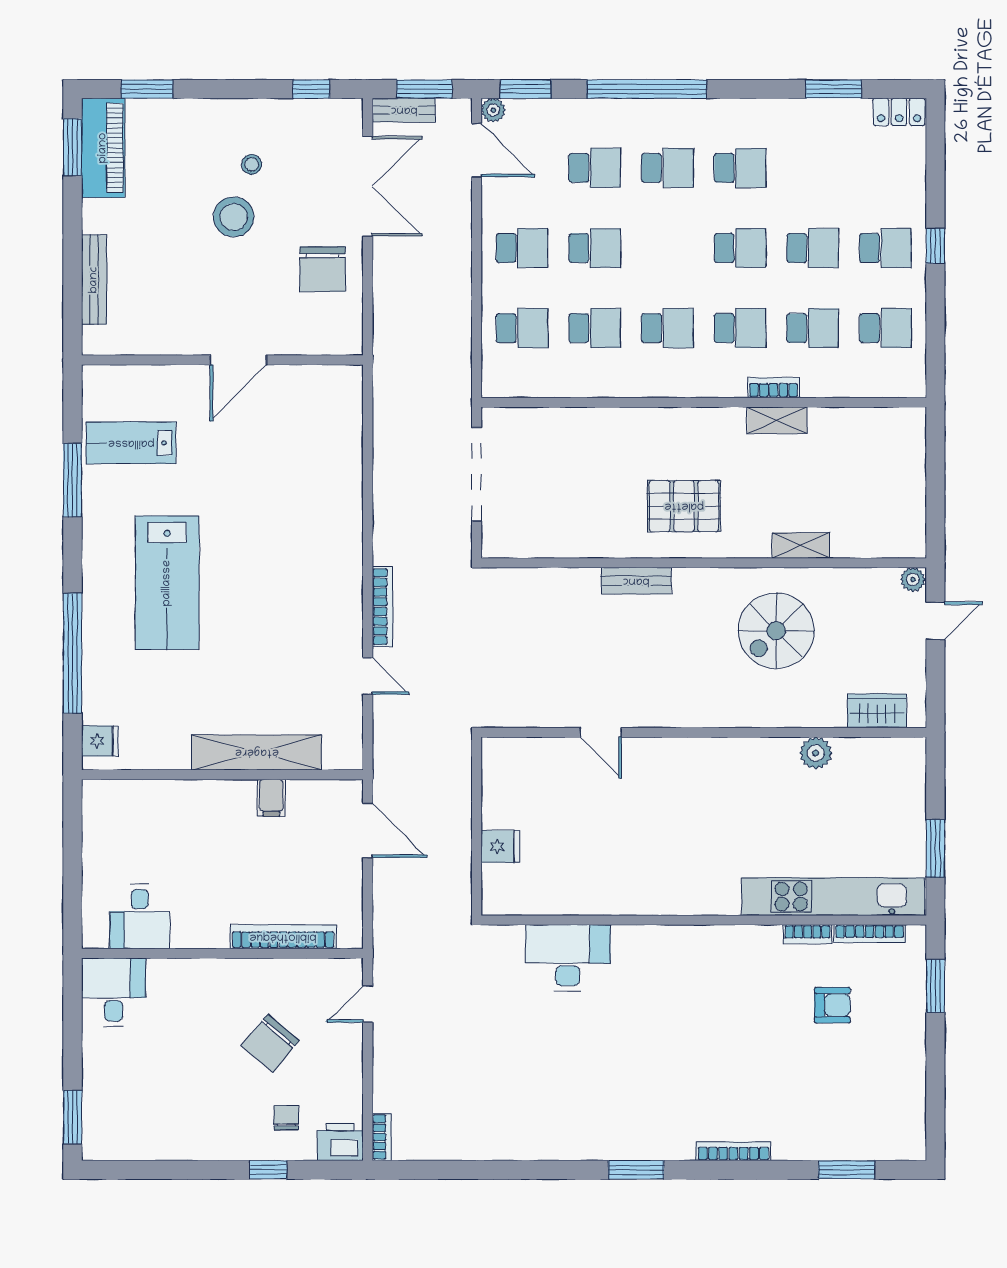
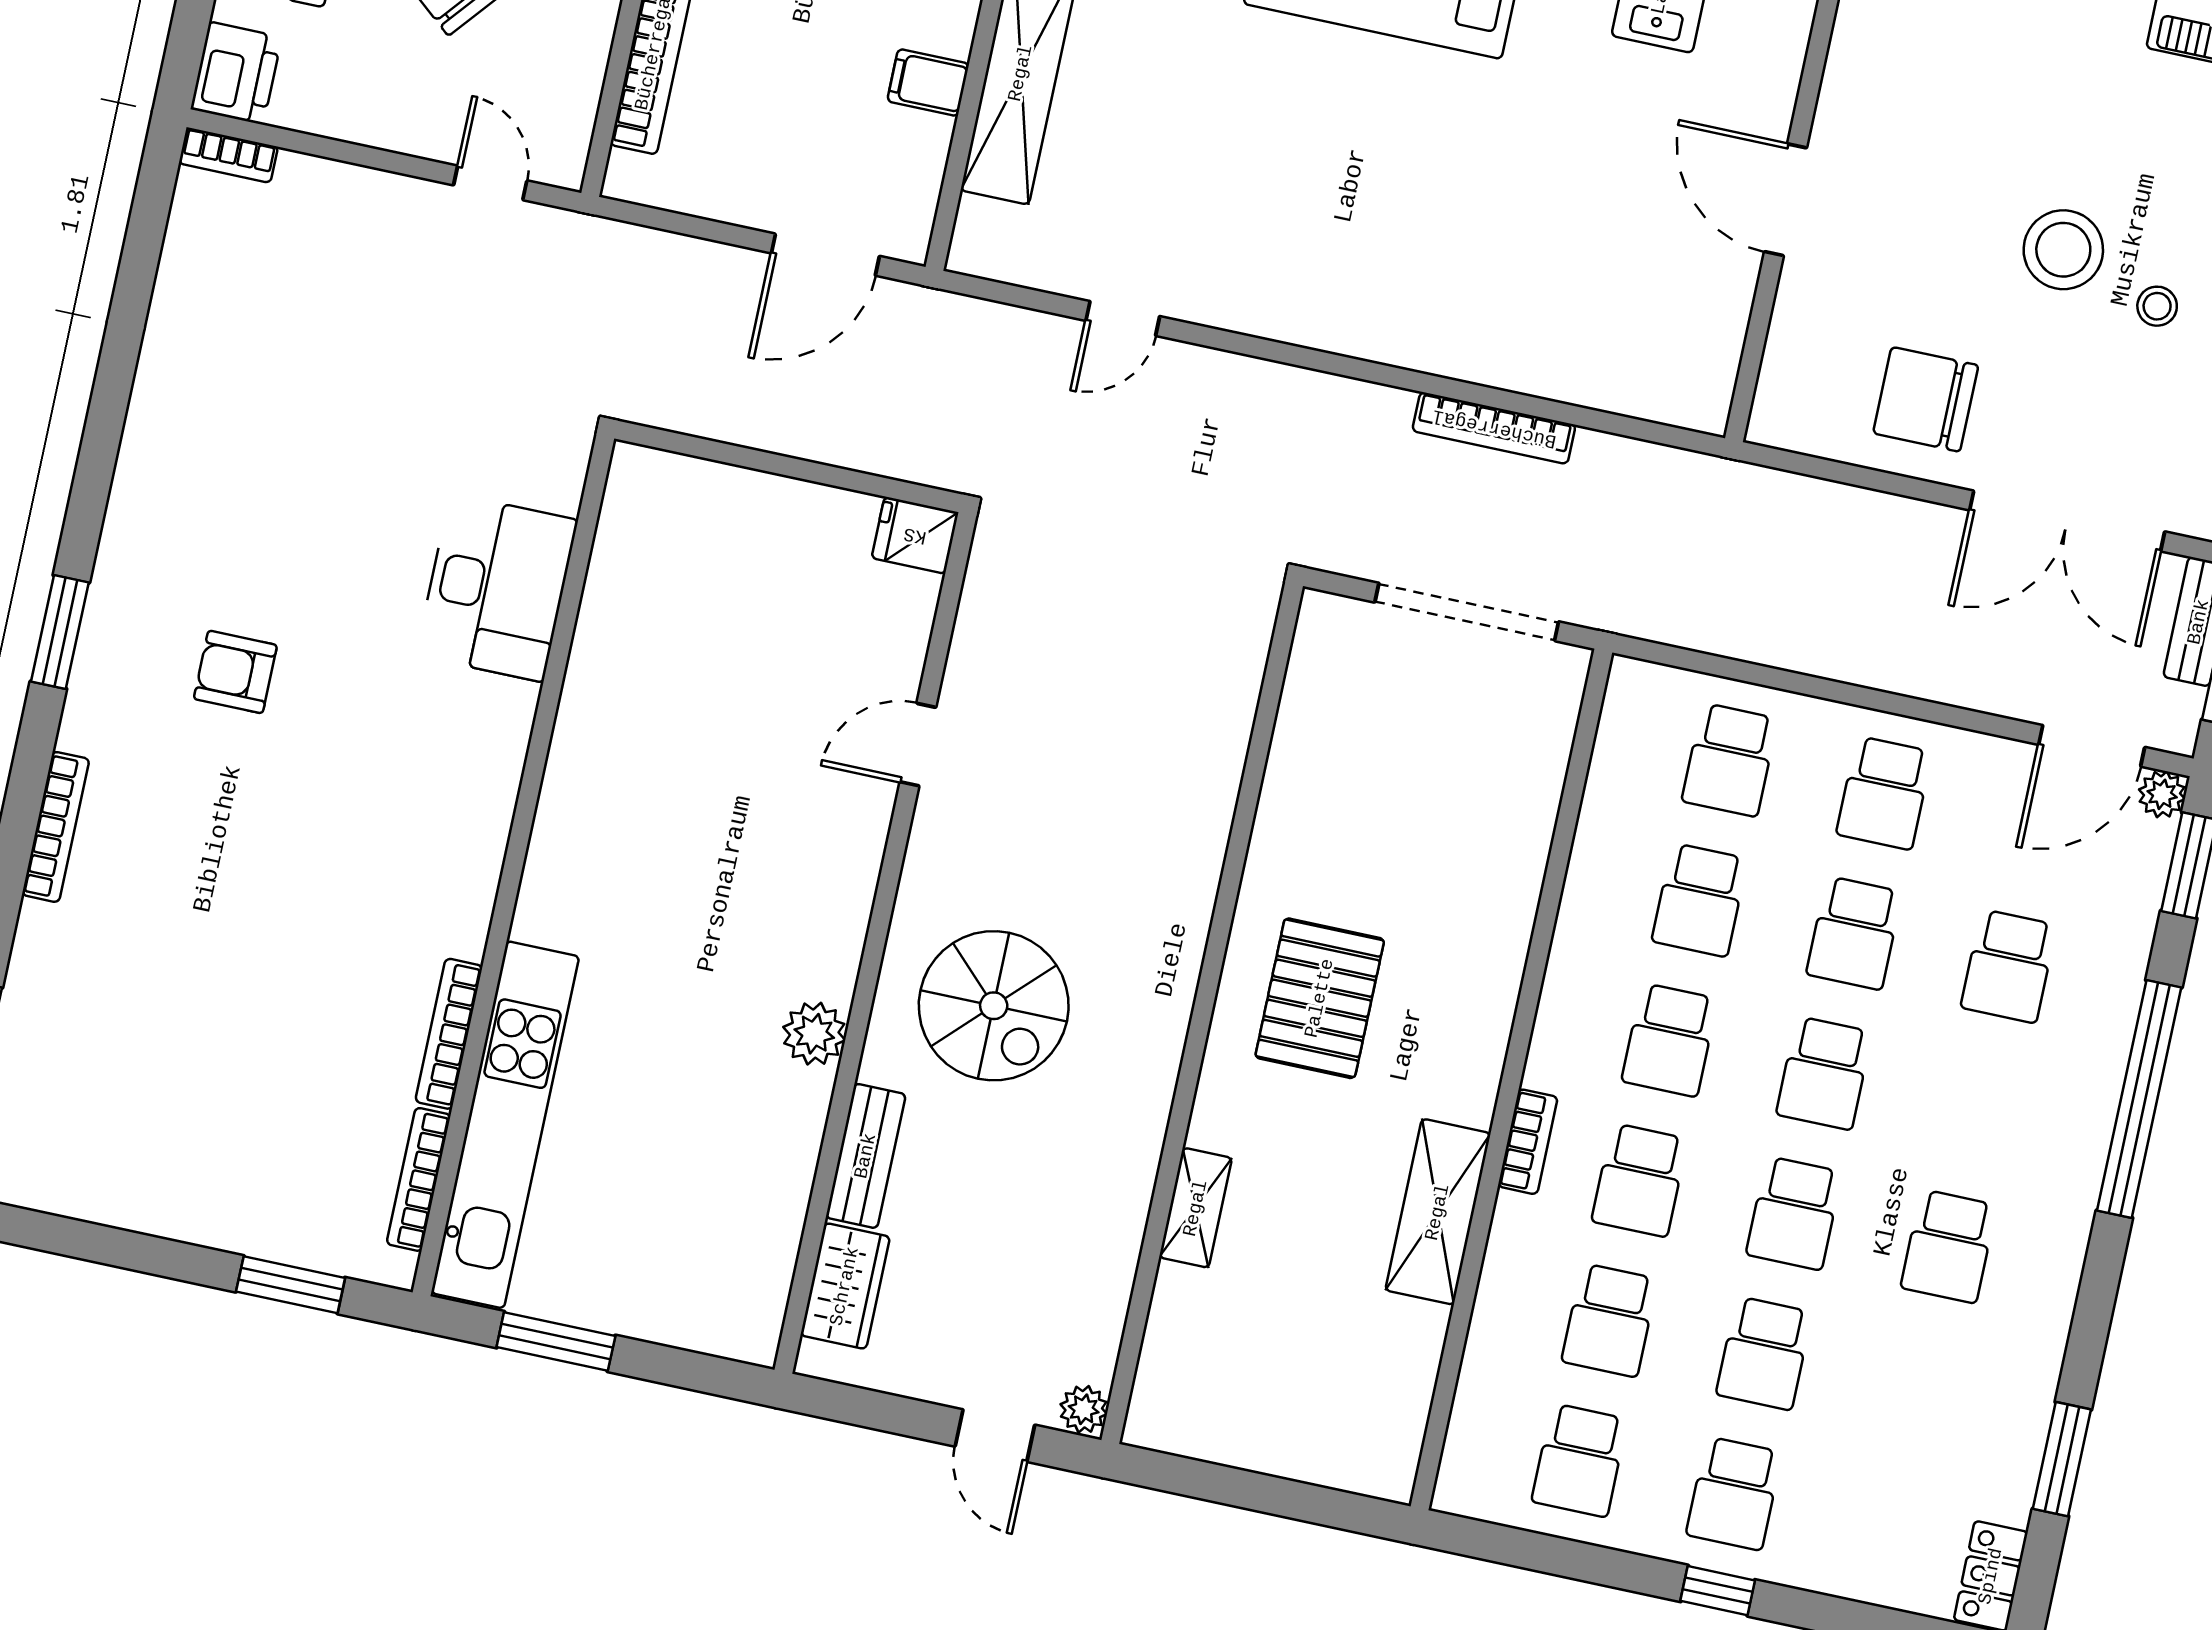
school desk: (667, 168) -> (1824, 1073), moved
bookcase: (774, 388) -> (1528, 1142), moved
shelving: (777, 420) -> (1438, 1212), width x1.50, depth x1.33
bench: (636, 581) -> (866, 1156), moved
bookcase: (383, 607) -> (1494, 428), moved
spiral stairs: (776, 631) -> (994, 1006), moved, turned 180
plant: (816, 753) -> (814, 1034), moved
fridge: (500, 846) -> (915, 535), moved, turned 90
bookcase: (808, 934) -> (449, 1034), width x1.56
armchair: (832, 1005) -> (235, 672), moved, turned 90

